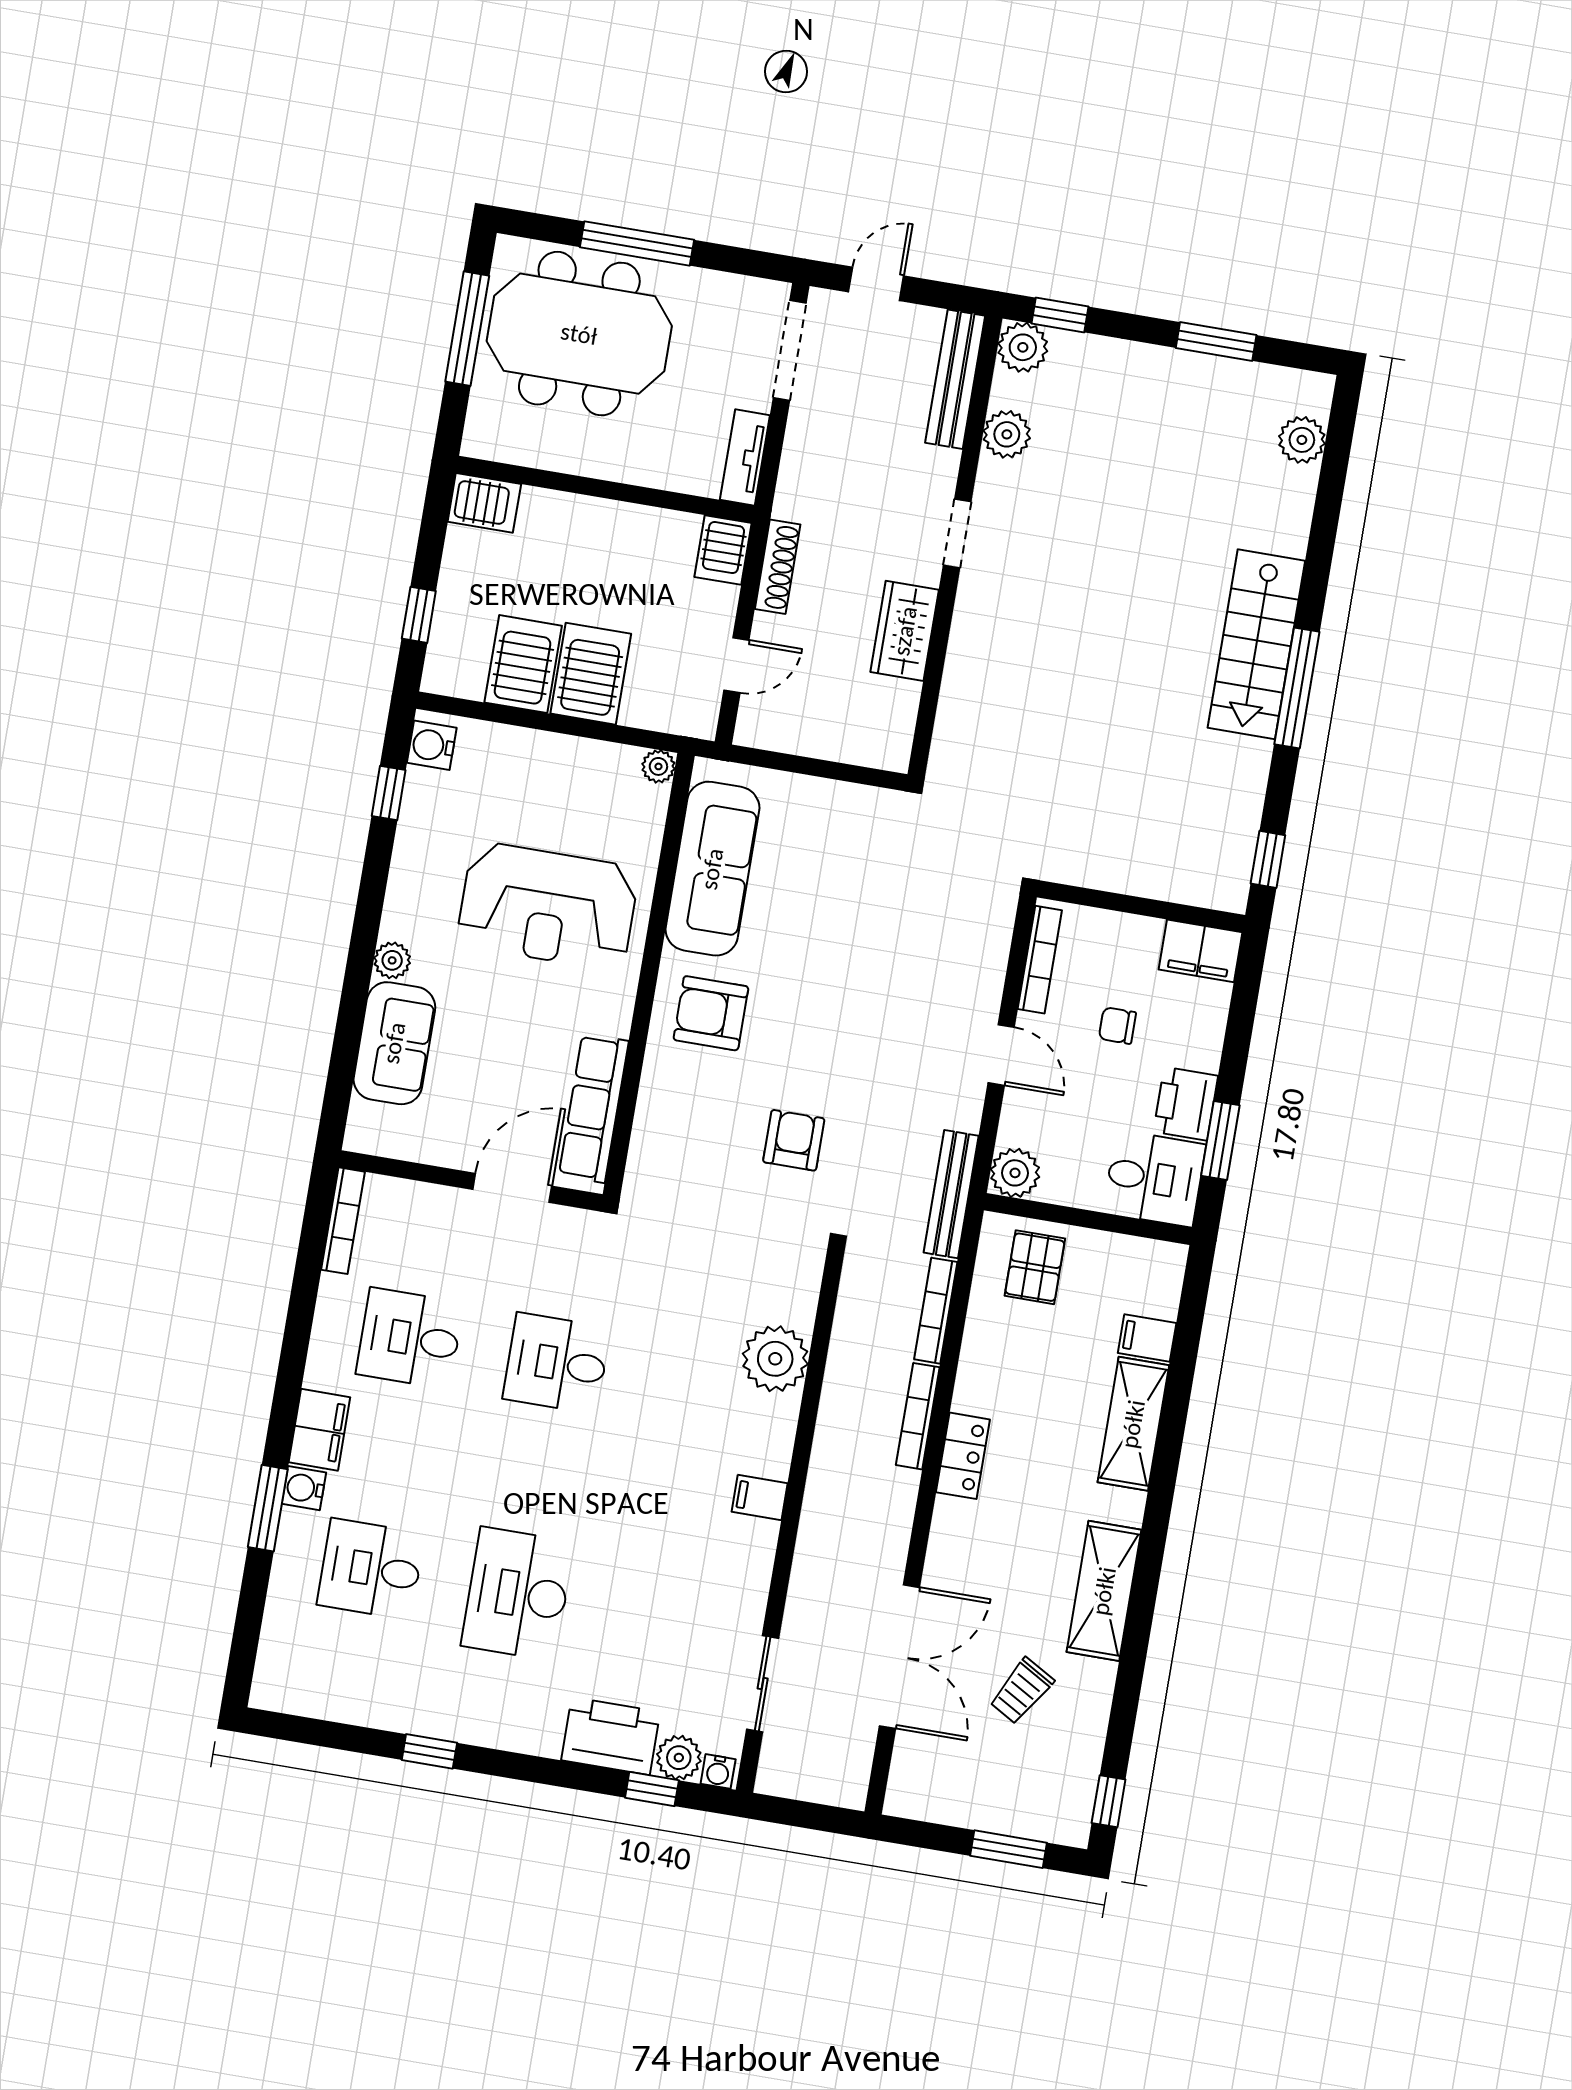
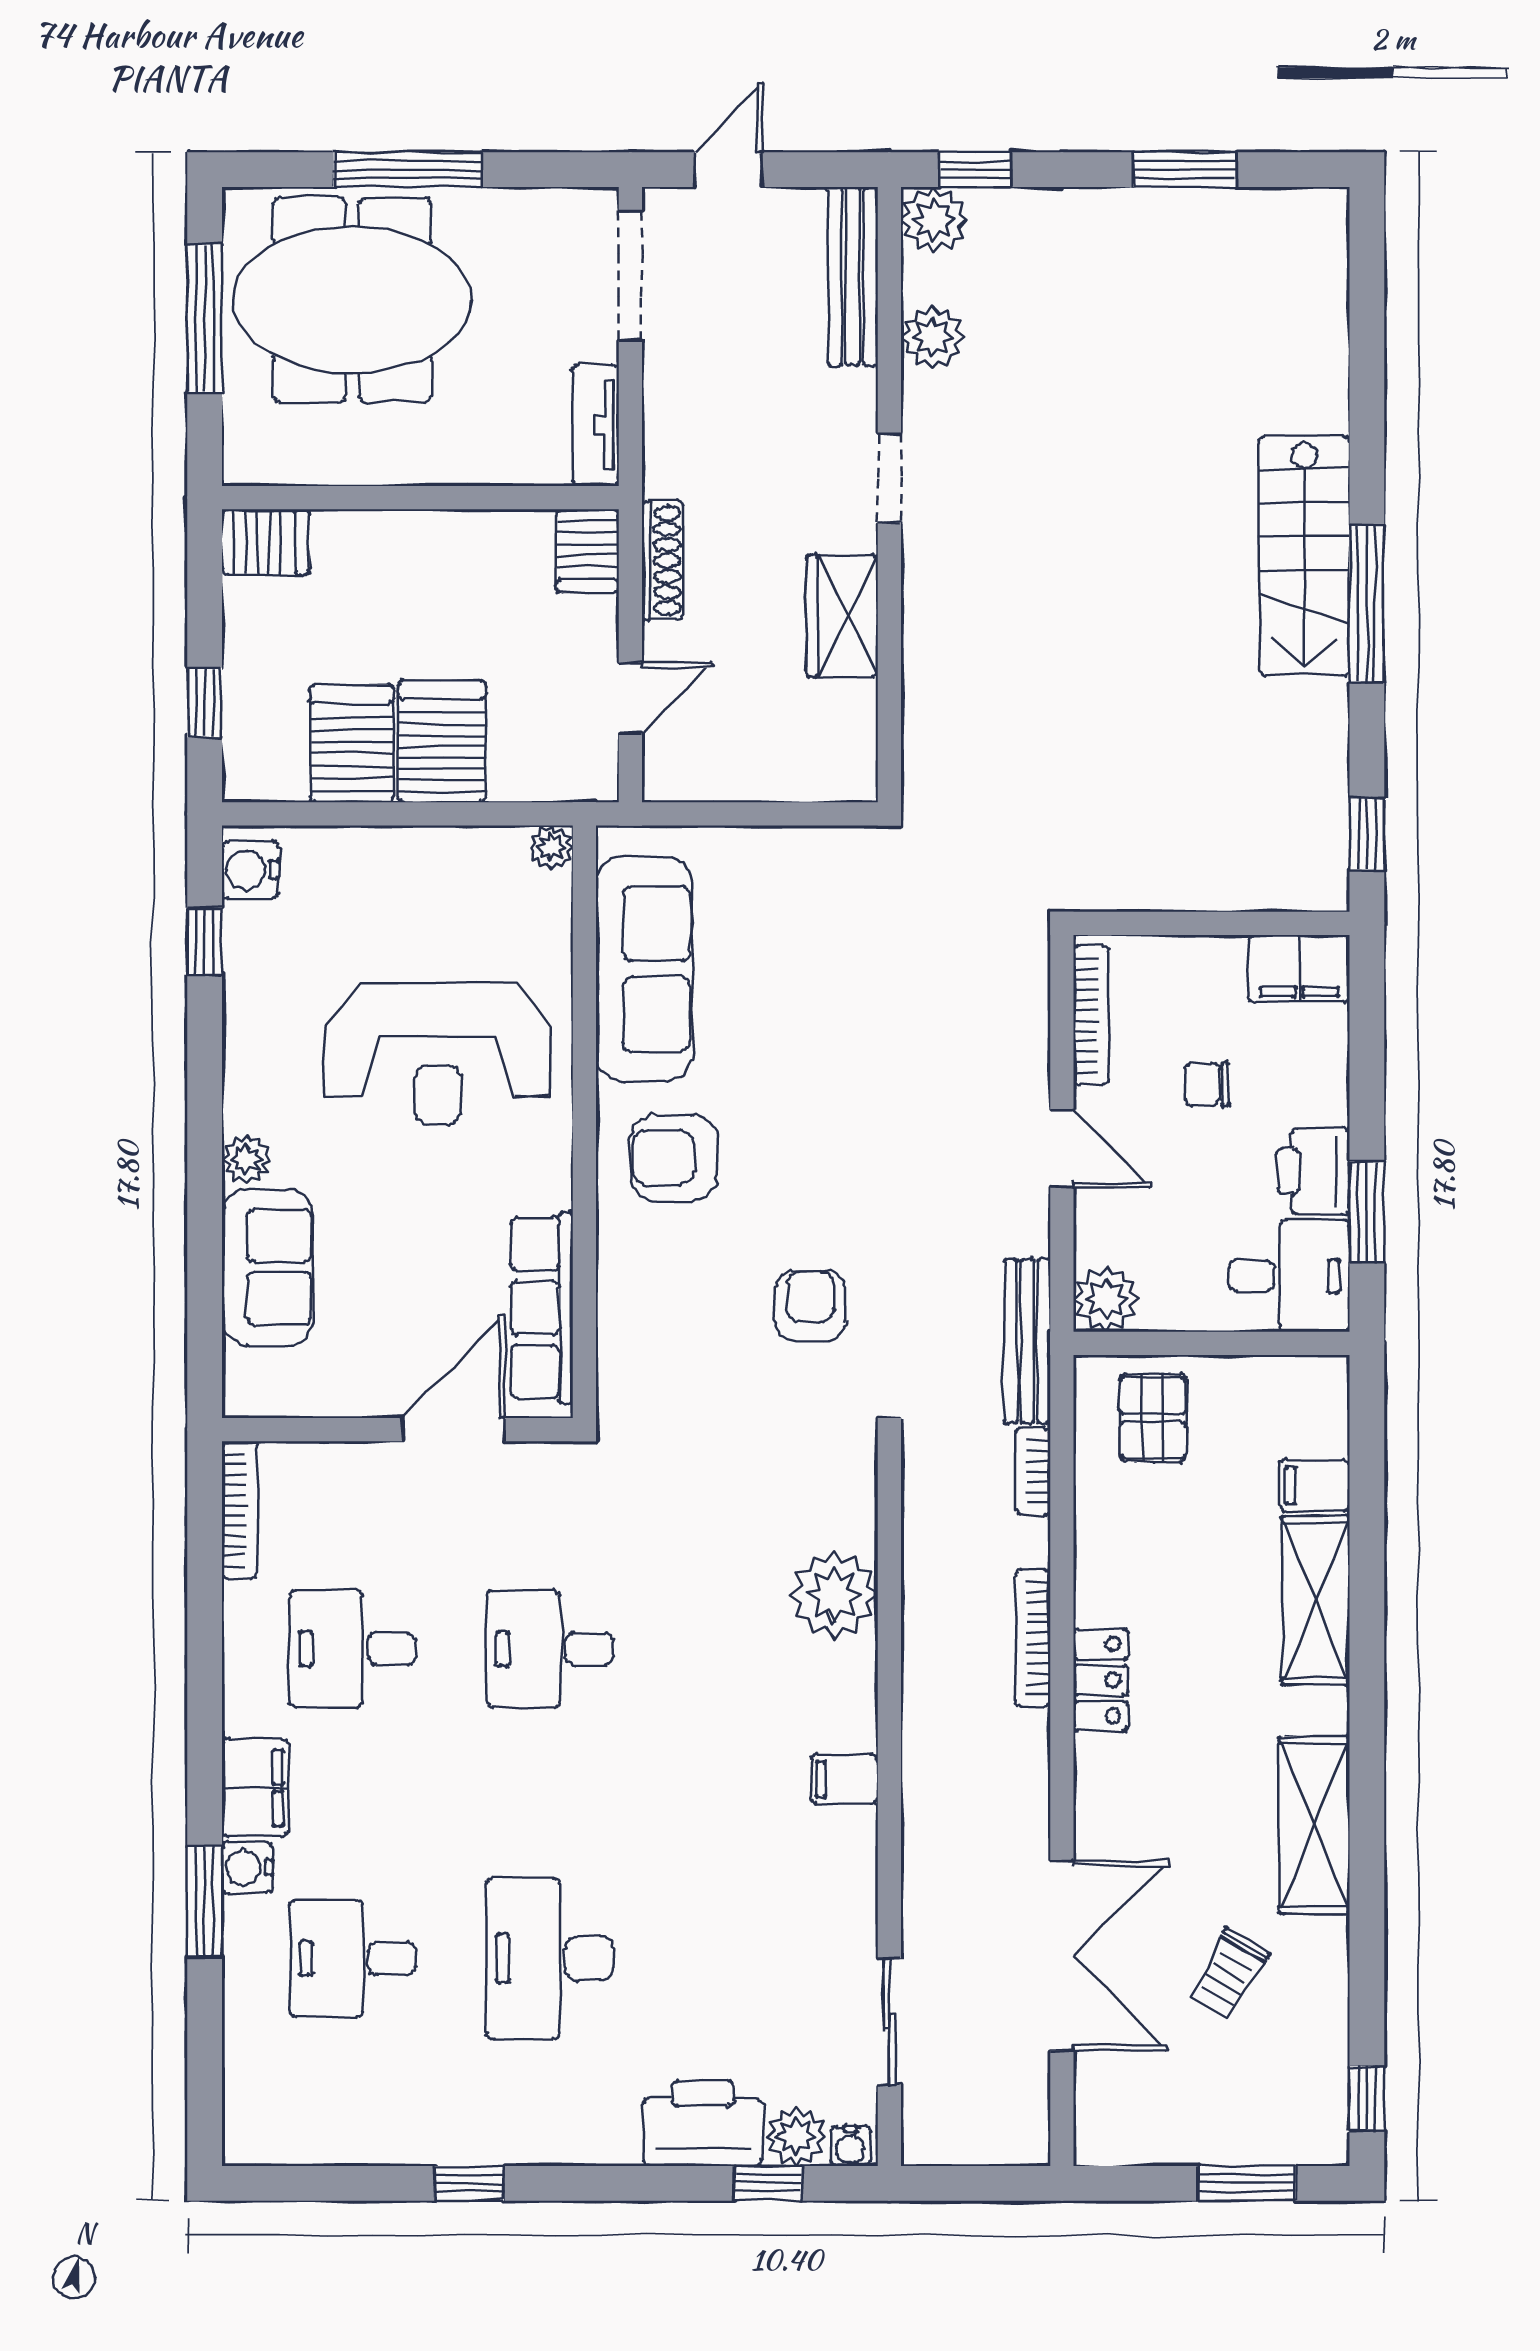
plant: (1302, 440) -> (1319, 279), removed
bookcase: (936, 1311) -> (1033, 1472), width x0.64

